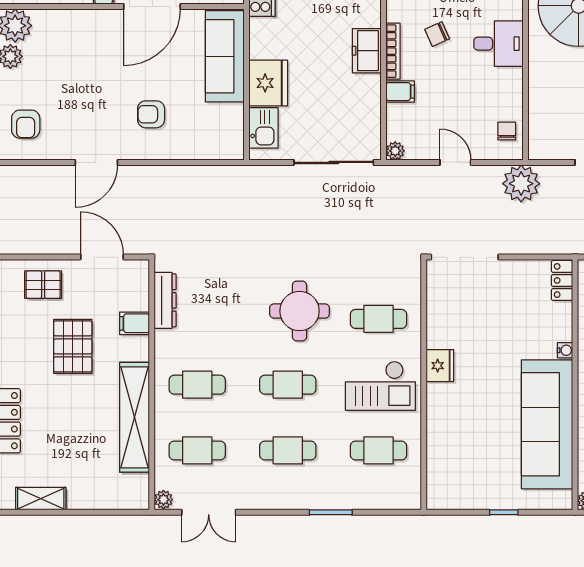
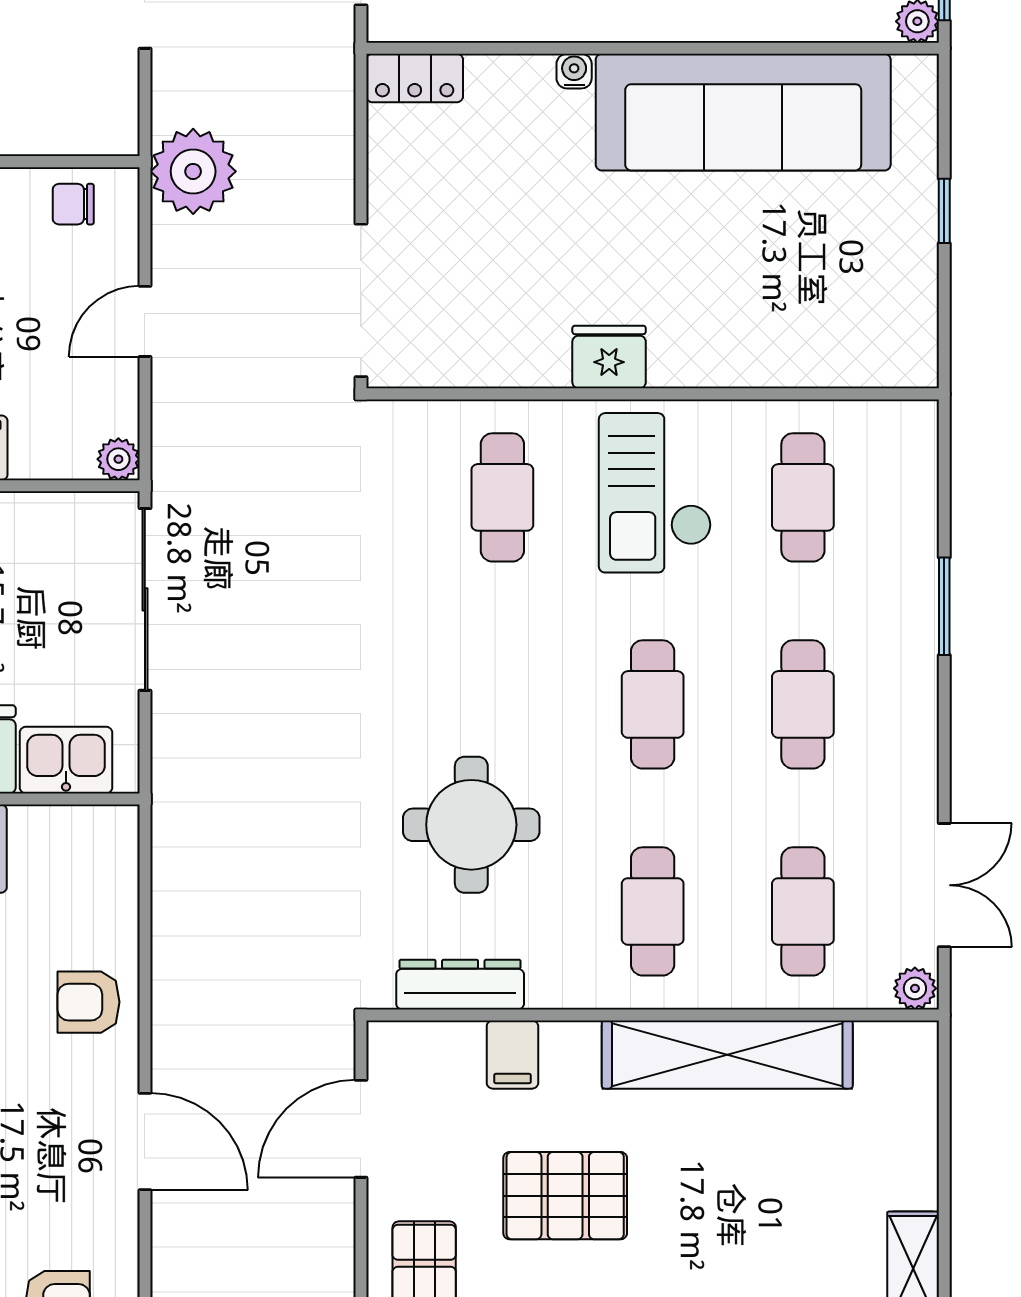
armchair: (151, 114) -> (88, 1002), moved, turned 90
round table: (300, 311) -> (471, 825), moved
checkout: (380, 386) -> (655, 493), turned 180

